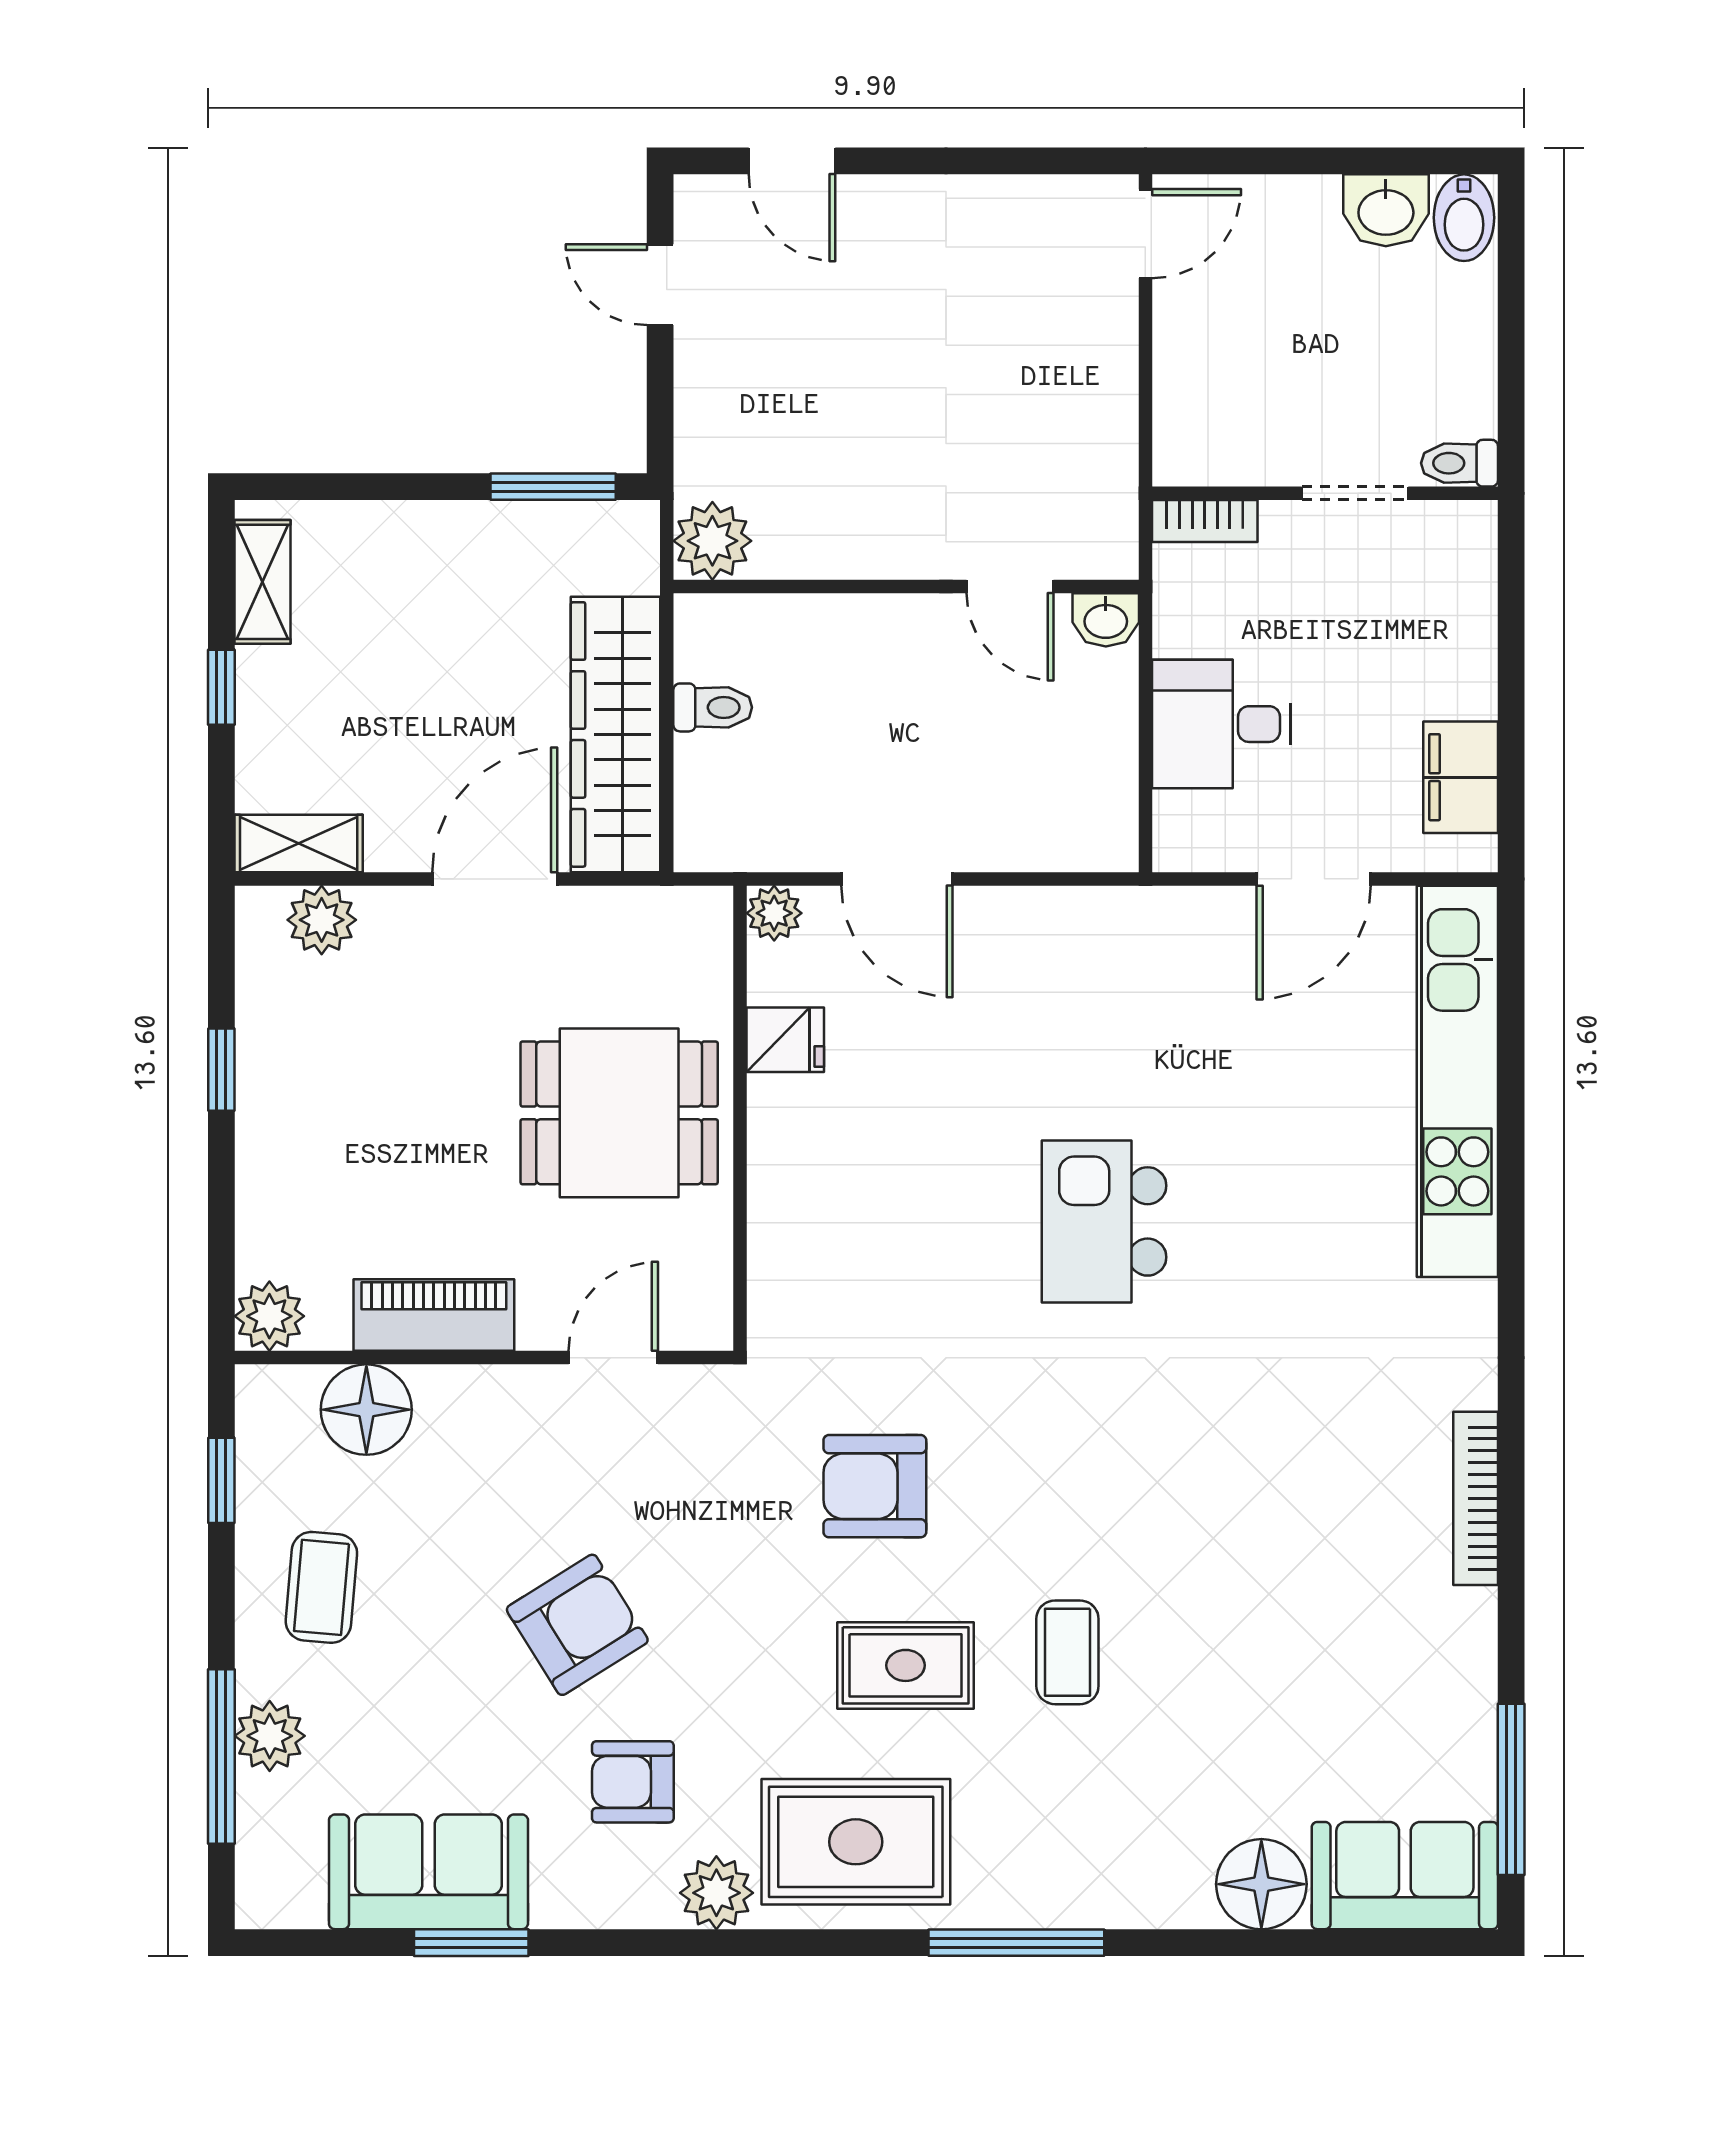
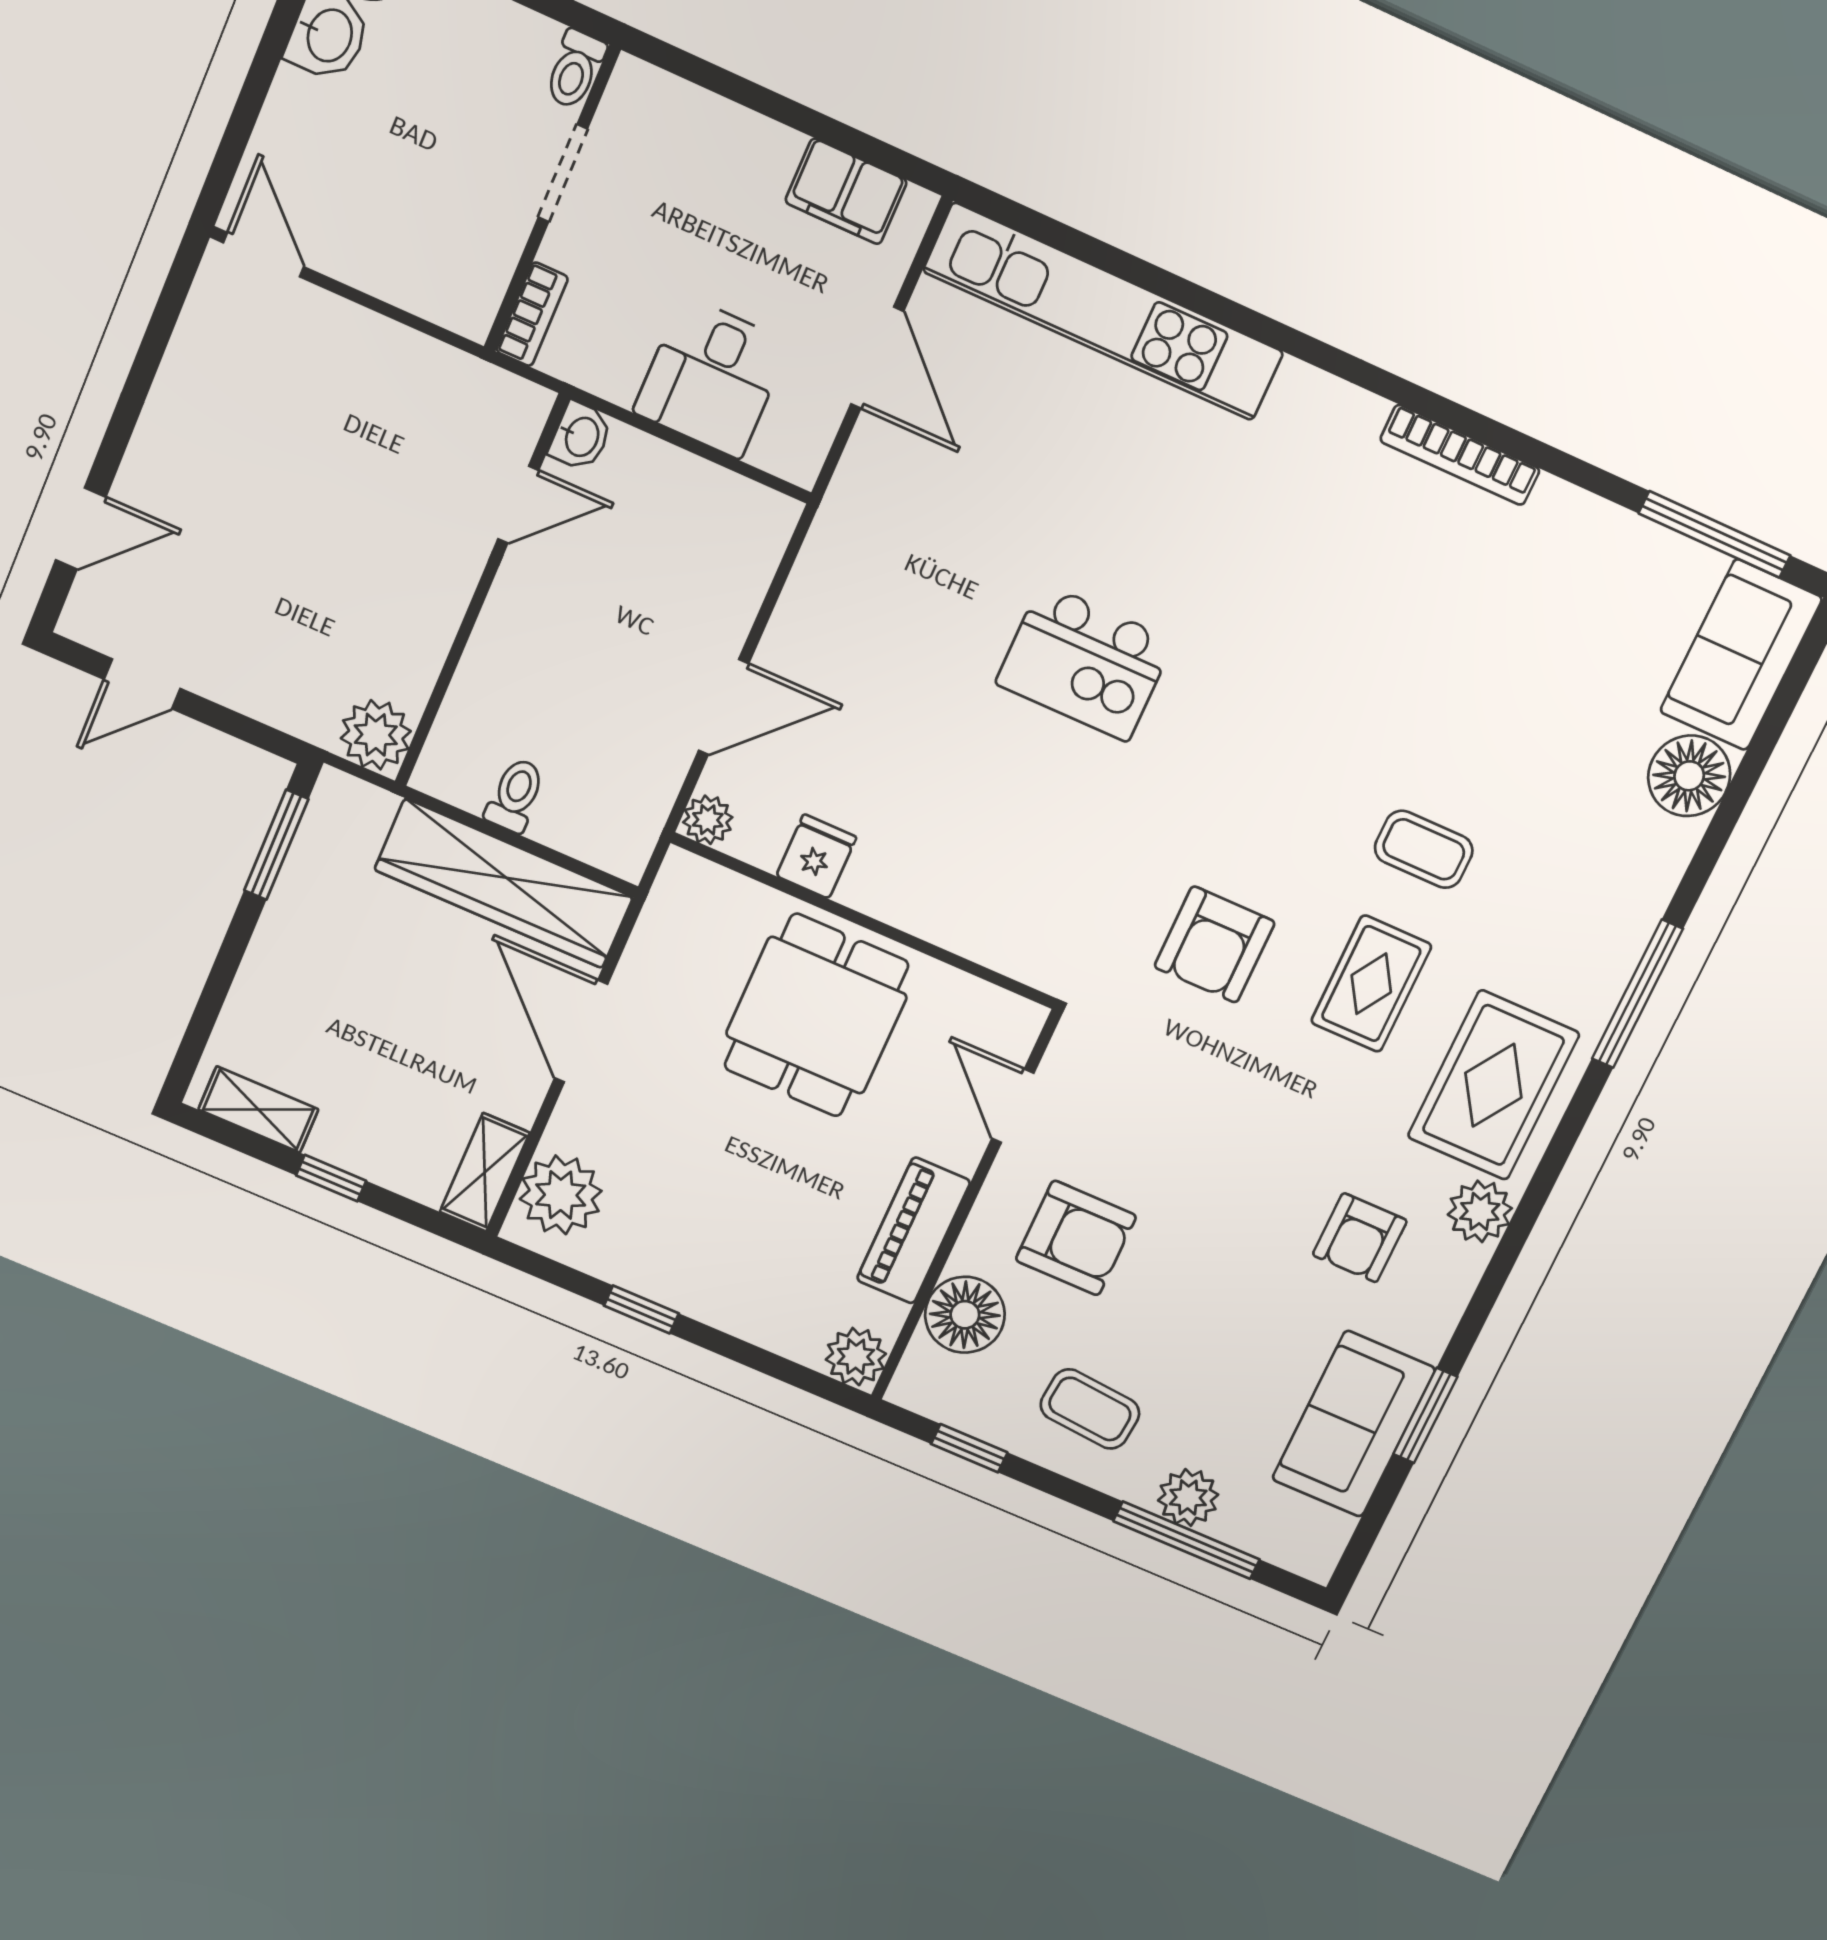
plant: (322, 920) -> (561, 1195), width x1.36, depth x1.36
armchair: (577, 1625) -> (1076, 1238), moved, turned 122

